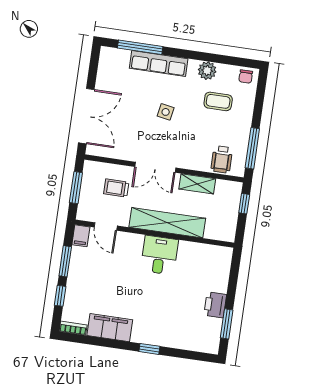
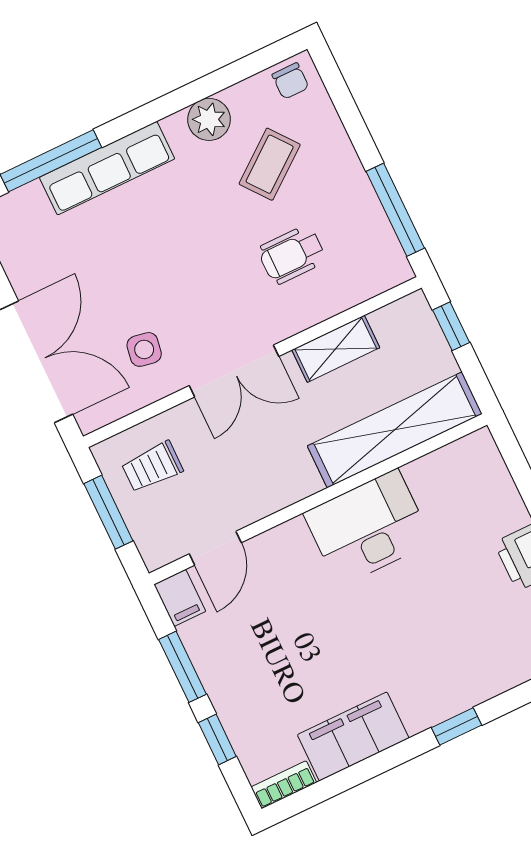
coffee table: (218, 101) -> (270, 164), turned -38
side table: (166, 112) -> (144, 349), moved
wheelchair: (222, 159) -> (292, 255), moved, turned 90
trolley: (116, 188) -> (152, 467), moved
shelving: (167, 223) -> (395, 430), moved
door: (106, 227) -> (215, 548), hinge flipped
desk: (159, 255) -> (368, 528), width x1.37

